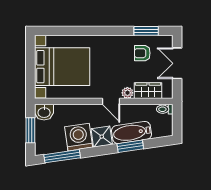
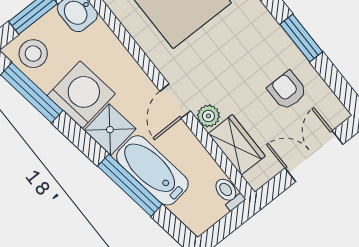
window: (146, 31) -> (301, 38), moved
stool: (47, 143) -> (33, 54), added
window: (130, 146) -> (130, 185), width x1.44

